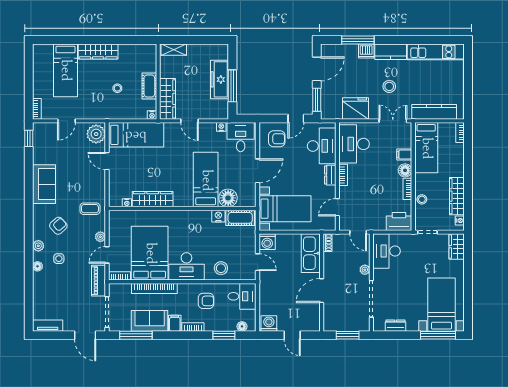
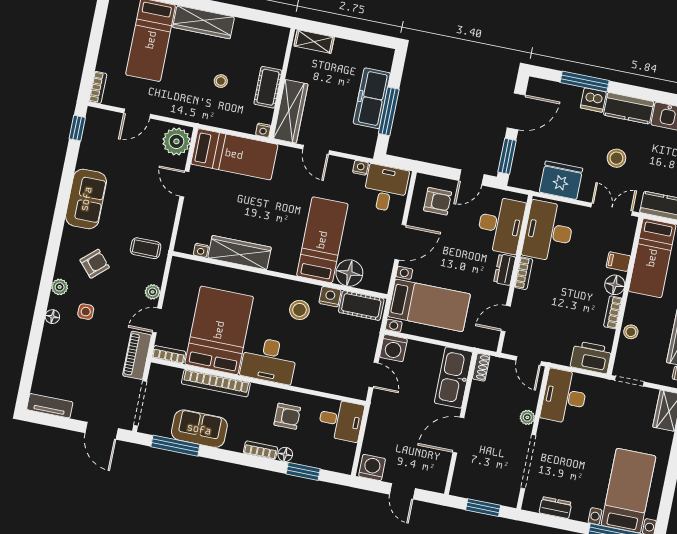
stool: (221, 268) -> (299, 310), moved
filing cabinet: (175, 323) -> (235, 439), removed
floor lamp: (242, 326) -> (285, 454), moved

